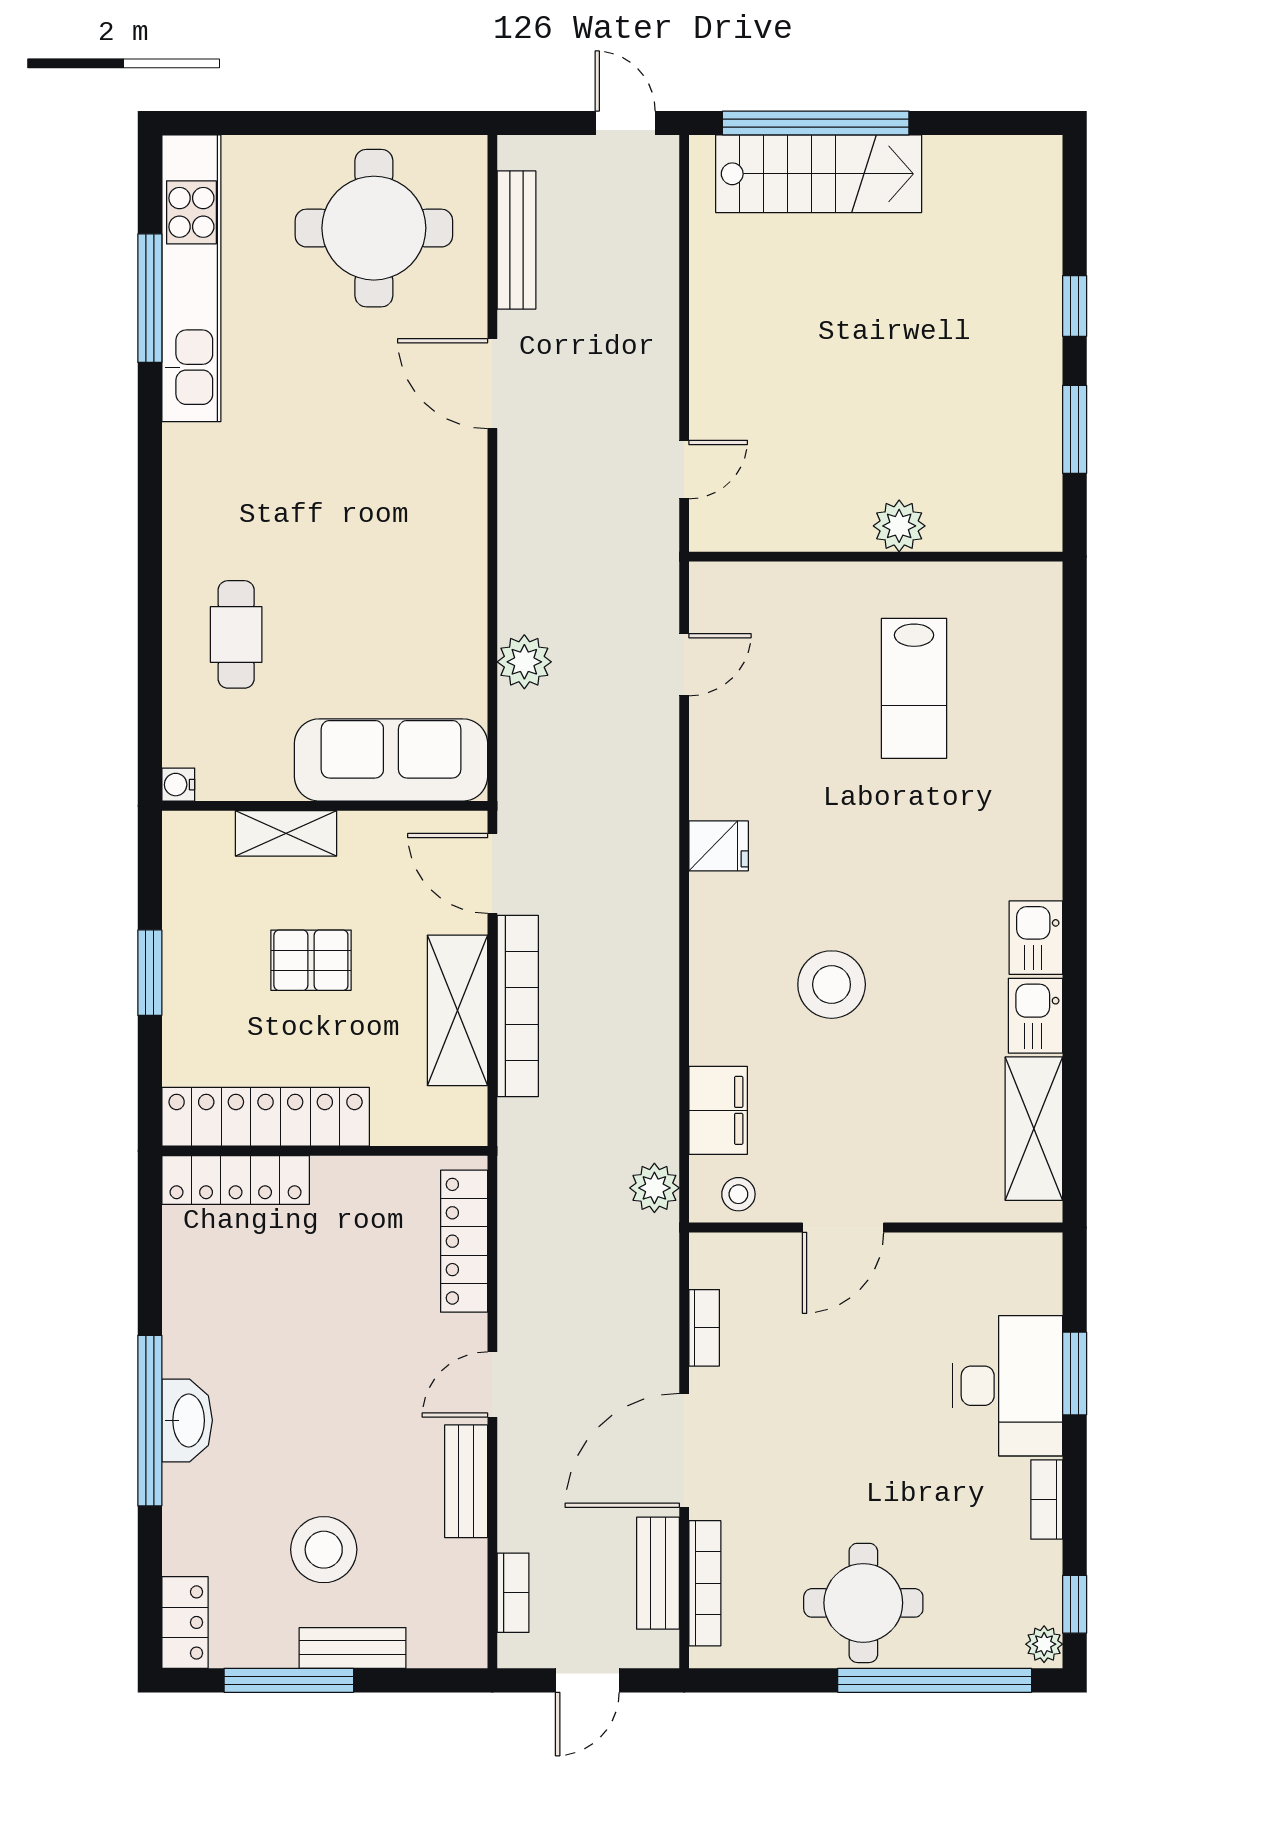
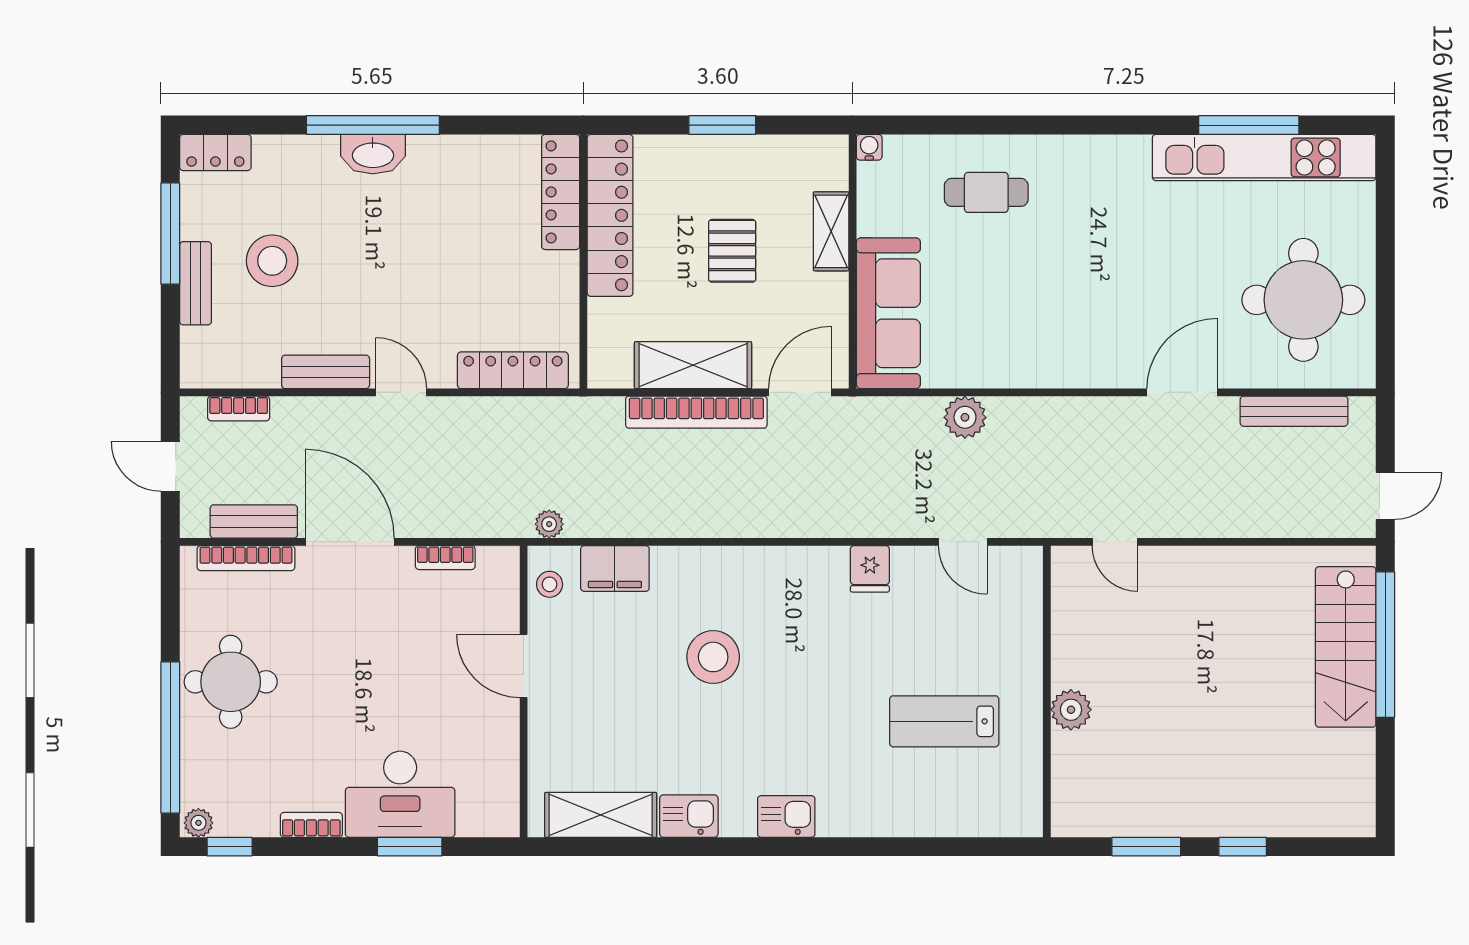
fridge: (719, 846) -> (870, 569), moved
kitchen sink: (1036, 938) -> (786, 816), moved
plant: (654, 1188) -> (549, 524), width x0.73, depth x0.73

